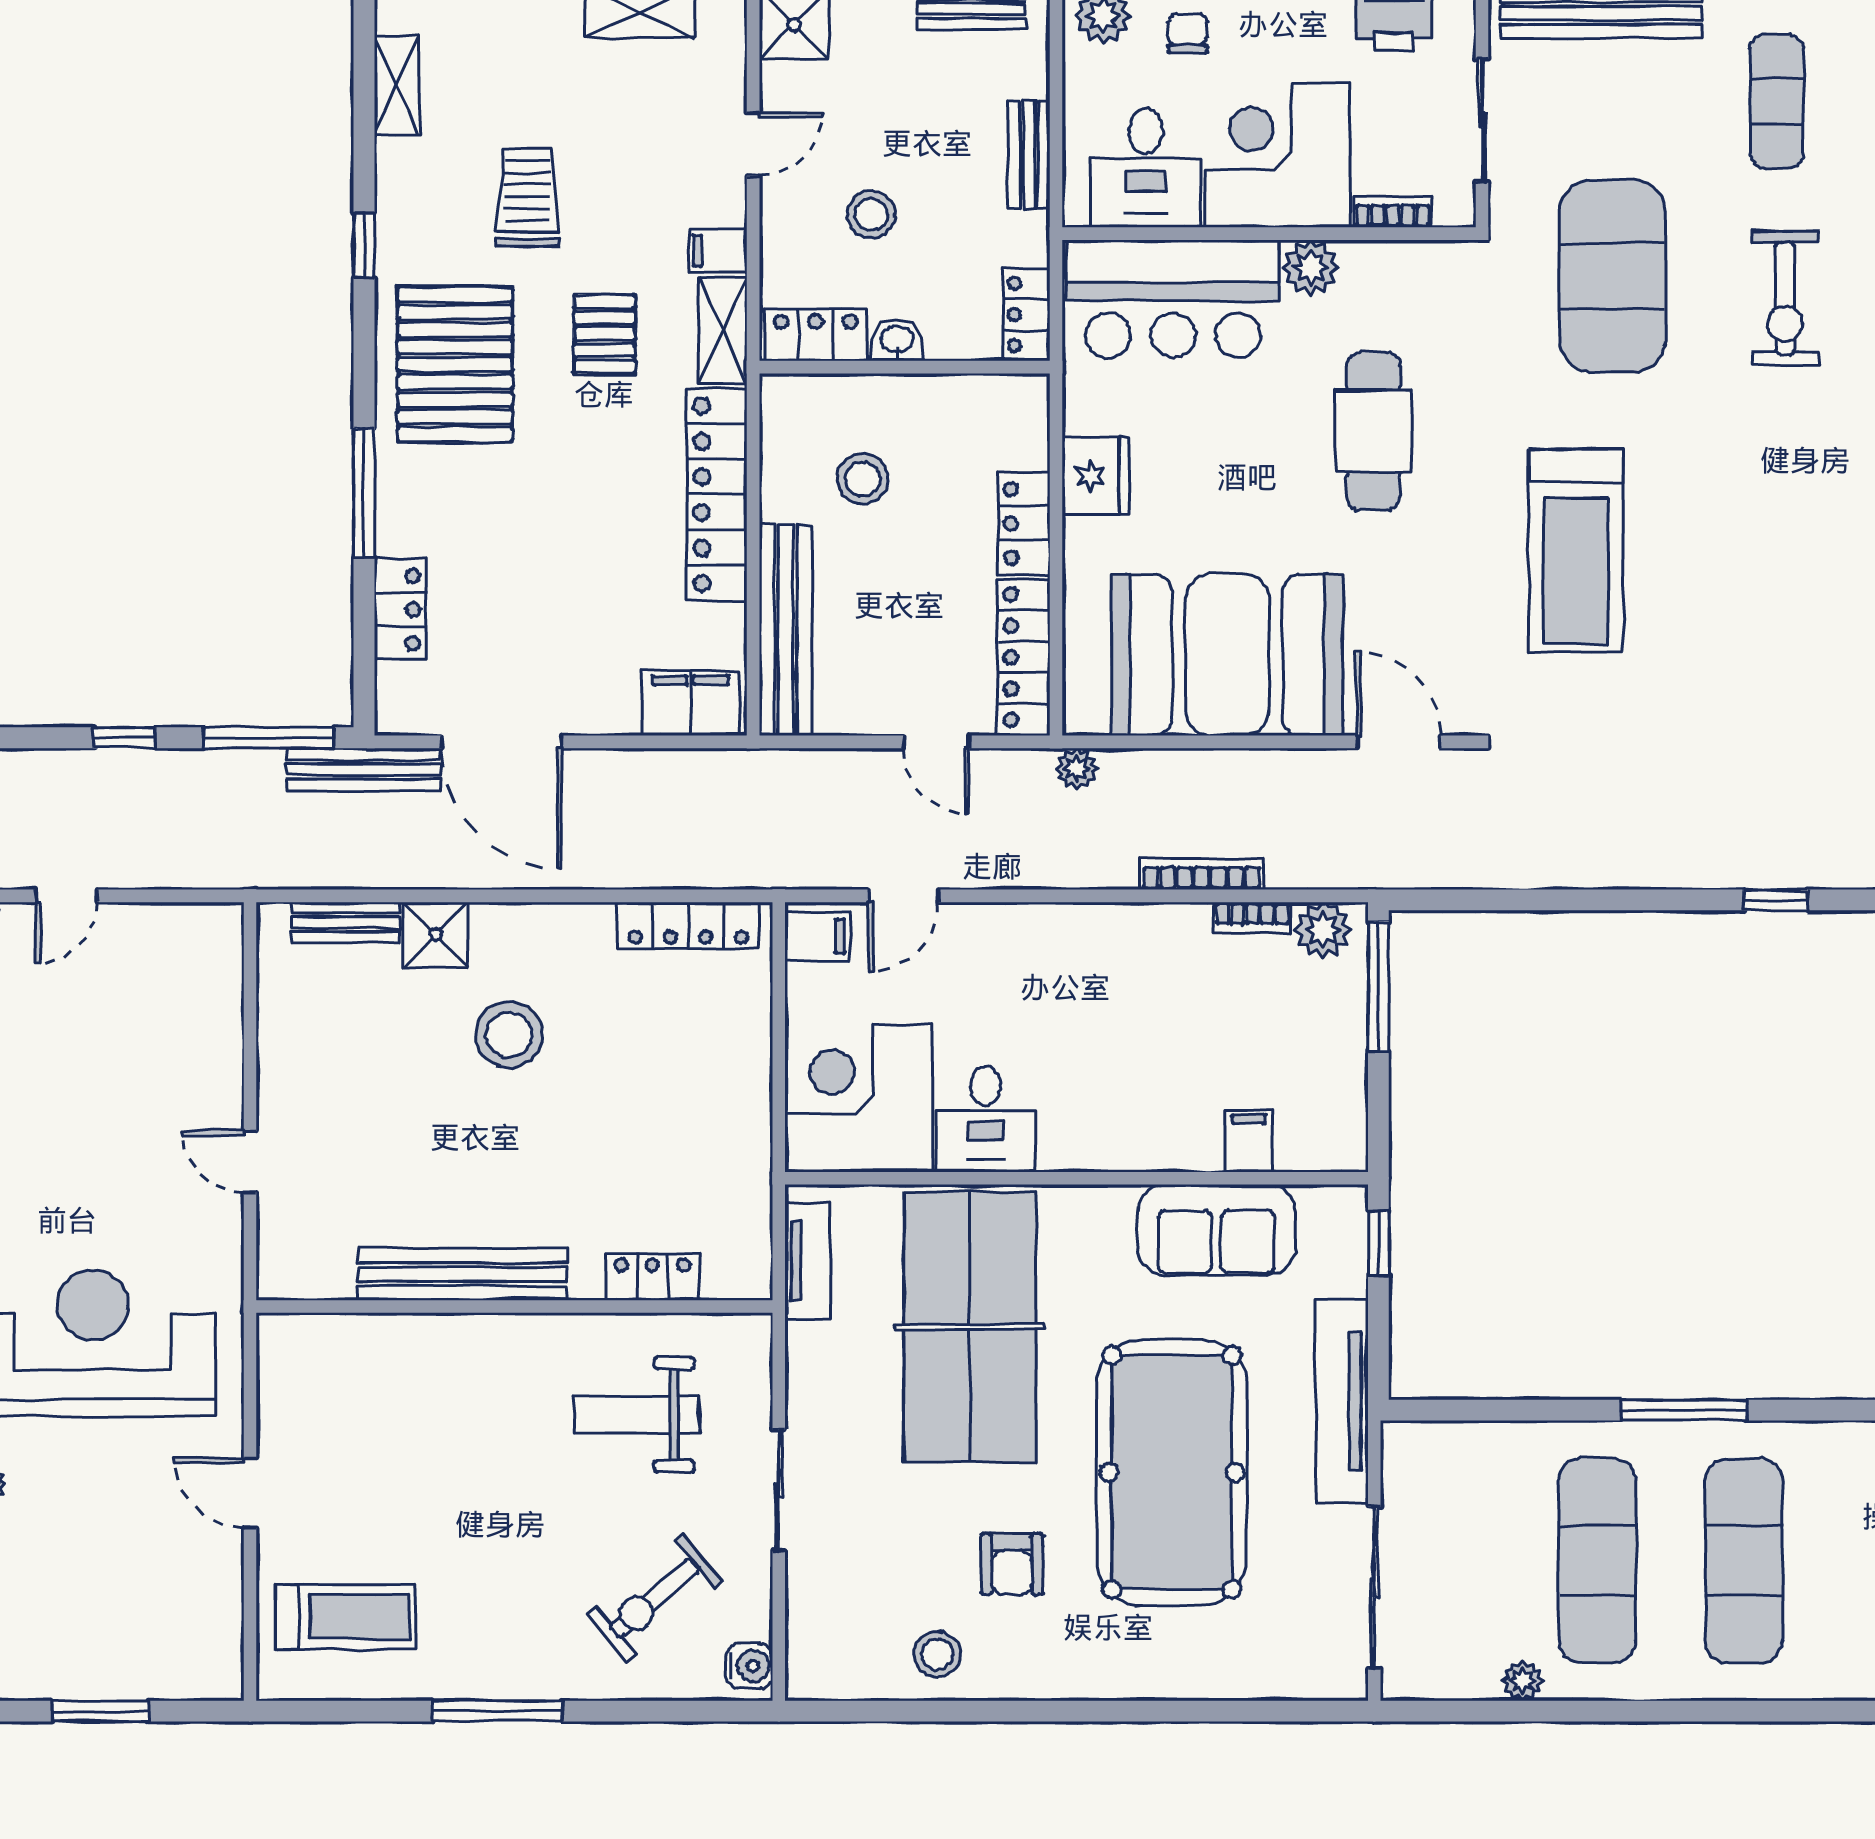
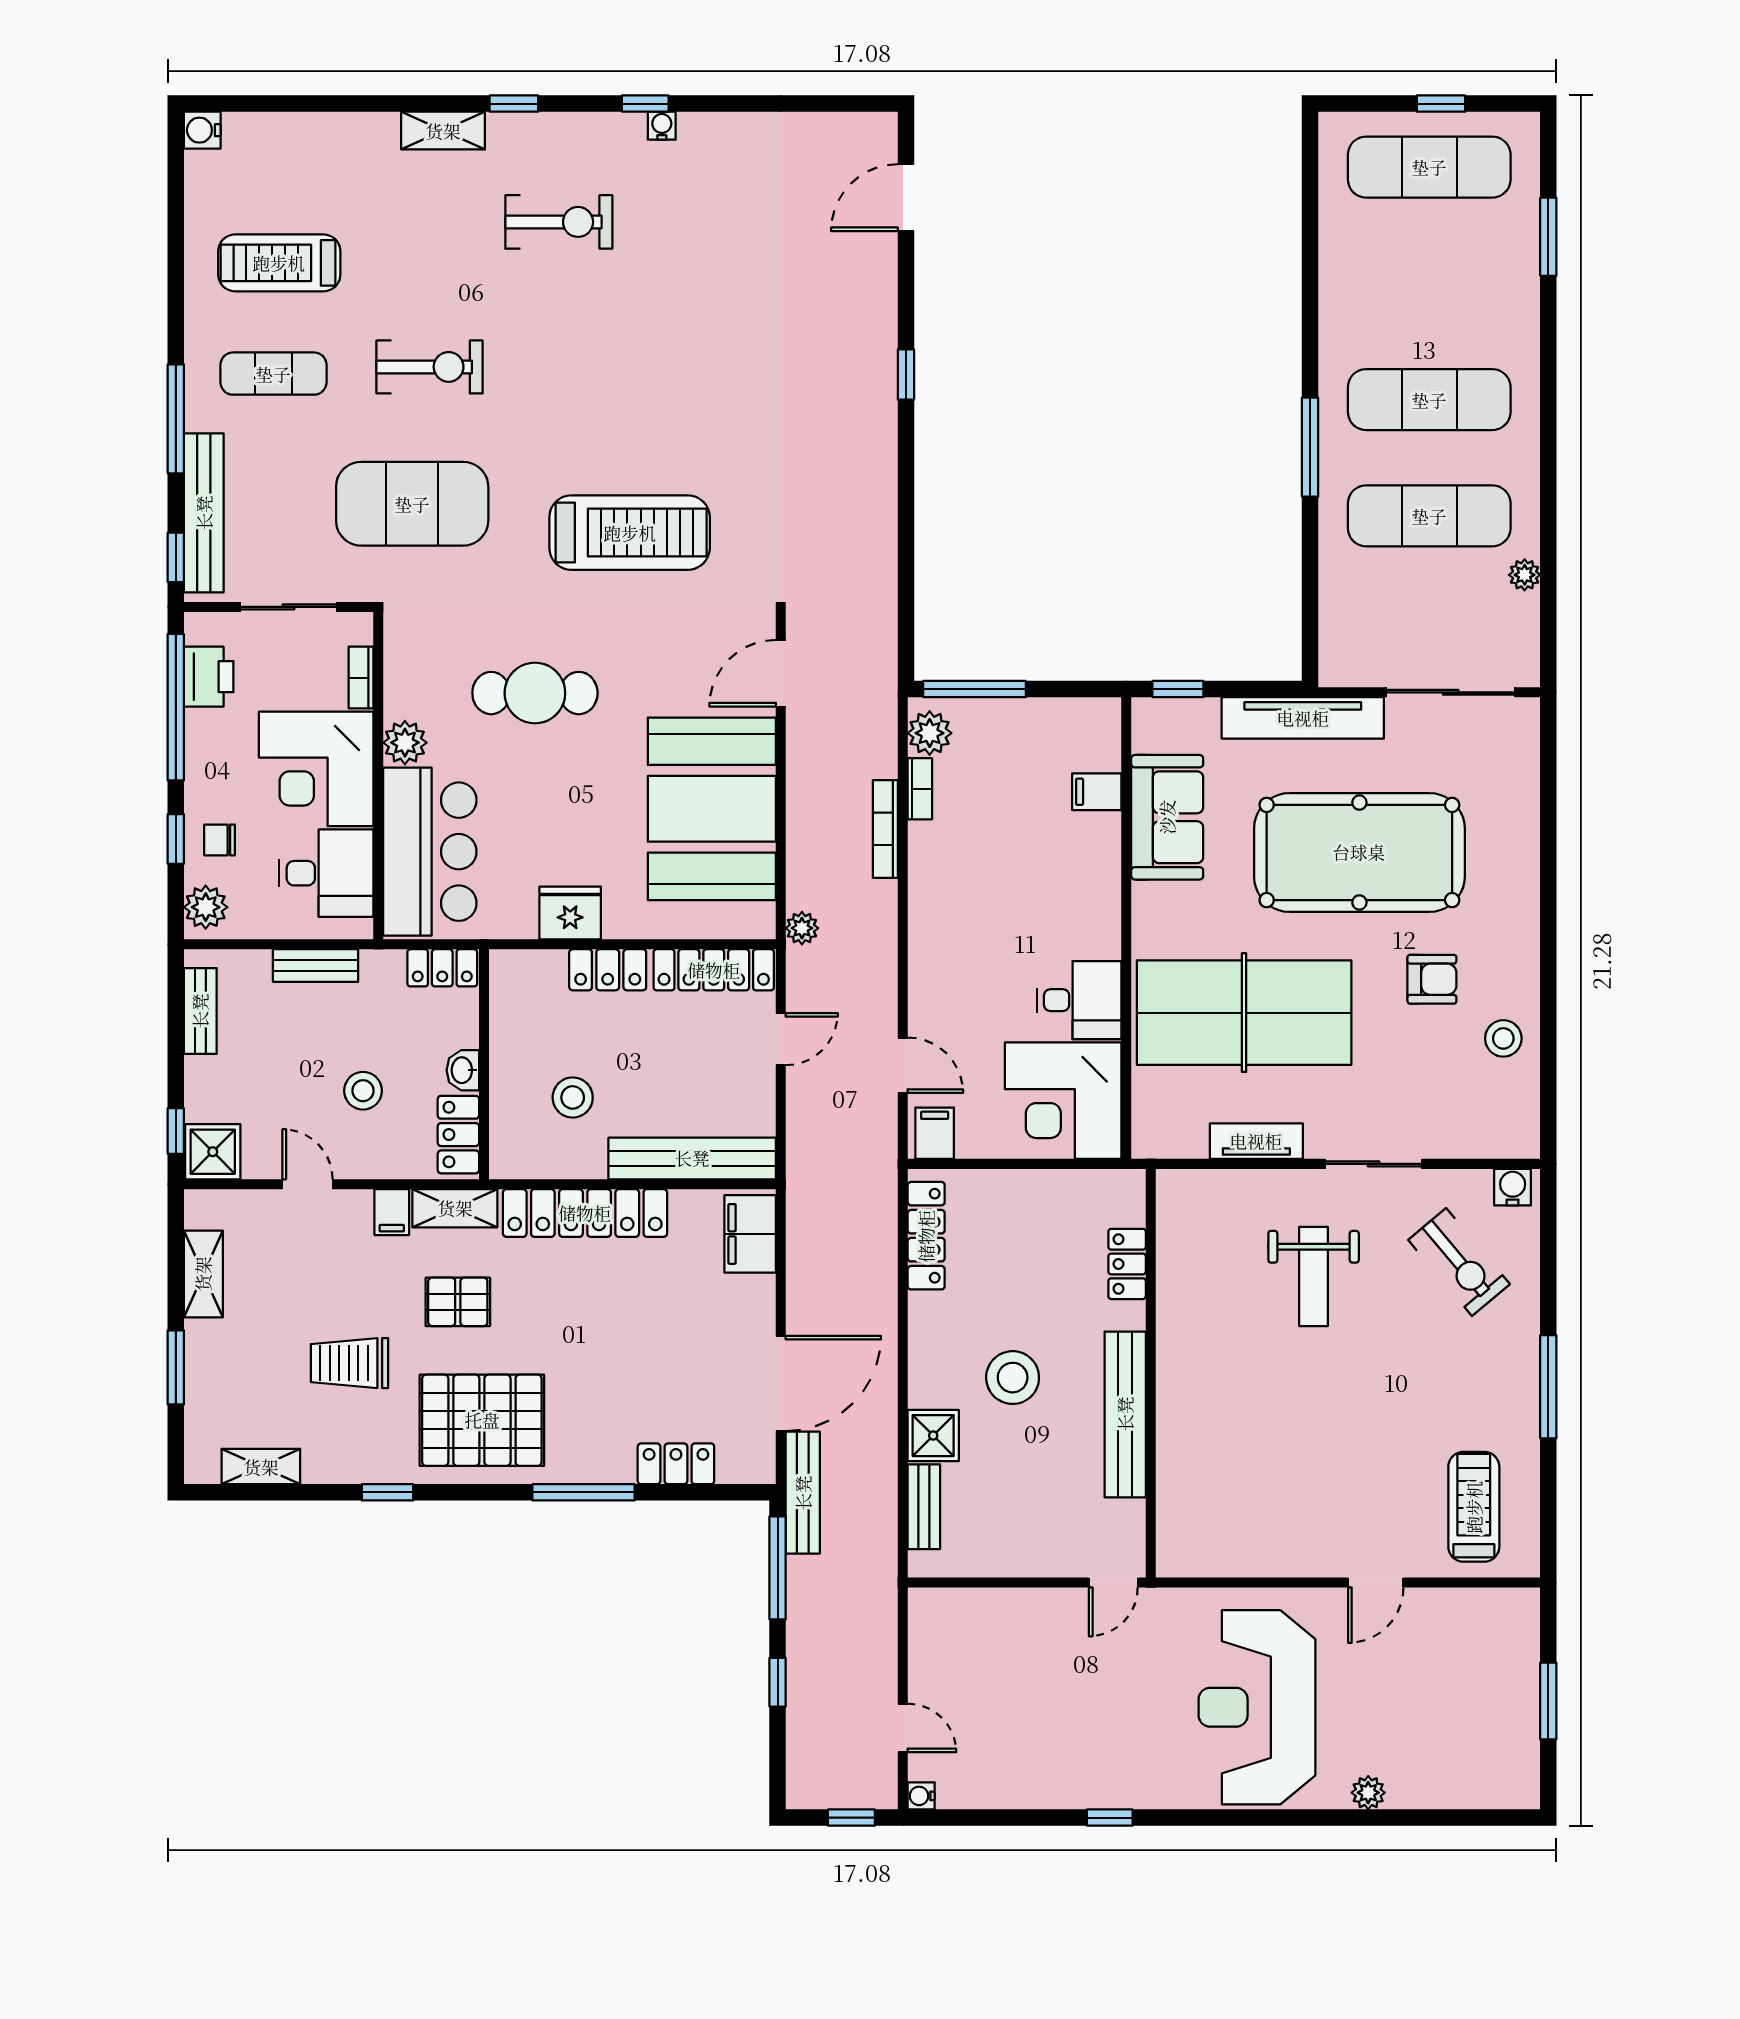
tv unit: (807, 1261) -> (1256, 1141), moved
bench: (462, 1274) -> (1125, 1414), moved
locker: (652, 1277) -> (1127, 1264), moved
wall: (514, 1307) -> (1151, 1373), moved

